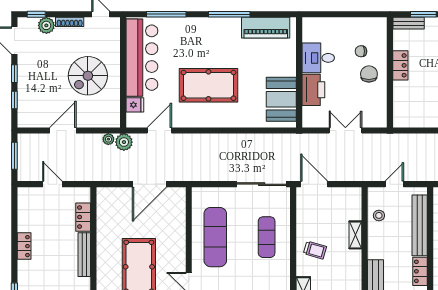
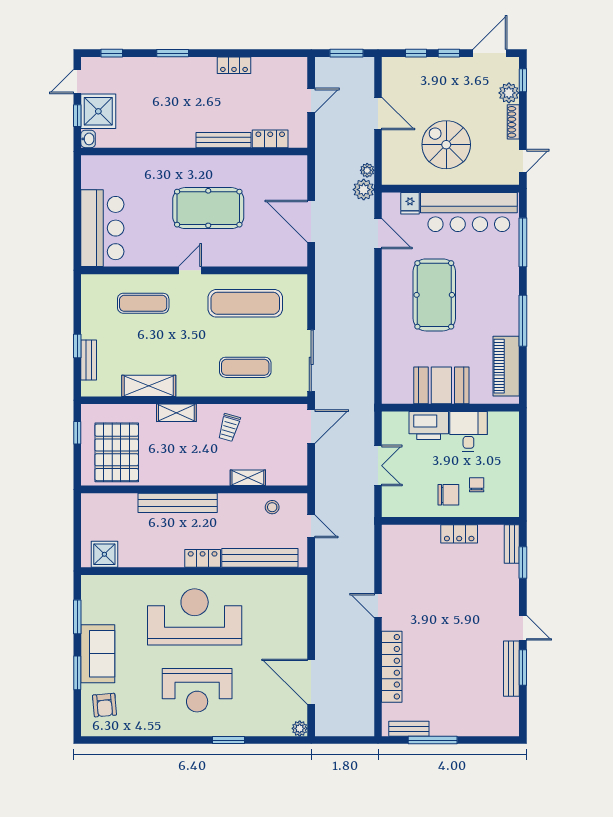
booth: (281, 99) -> (441, 385), moved

